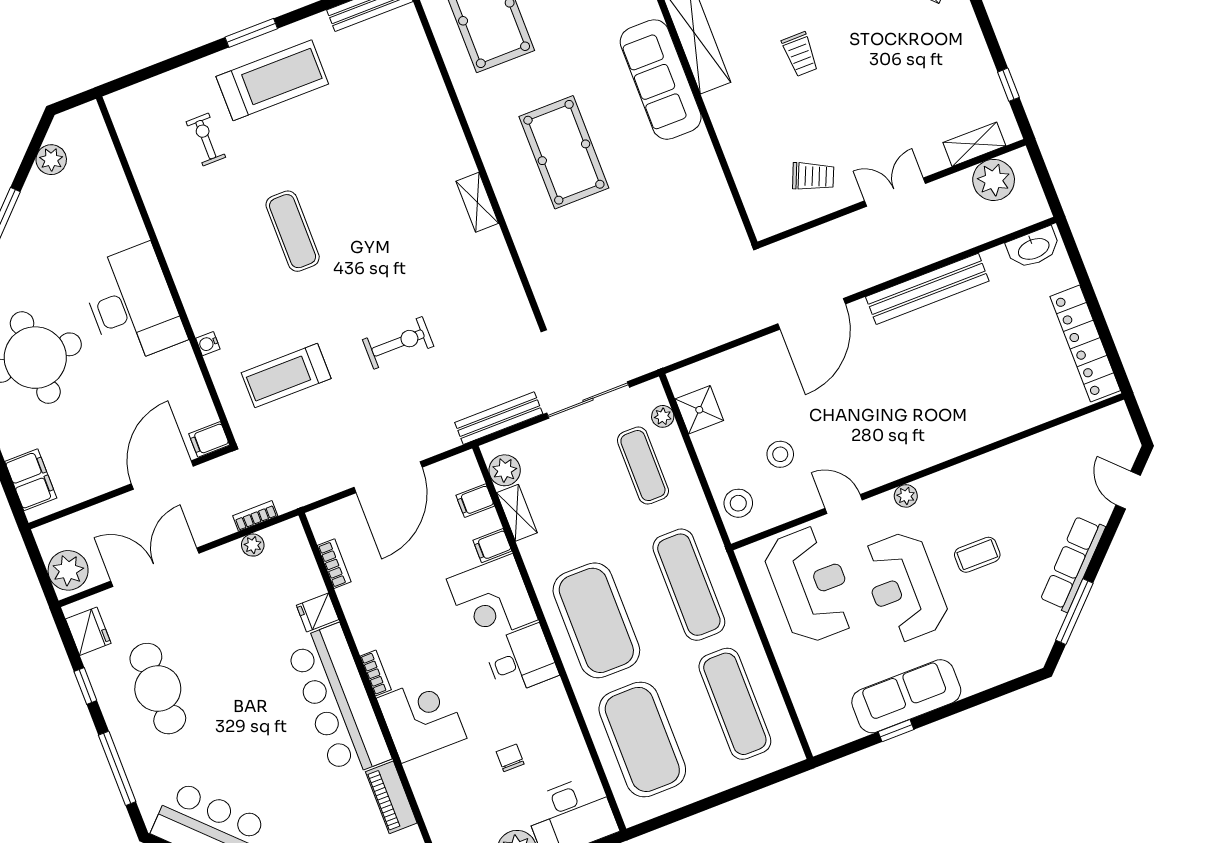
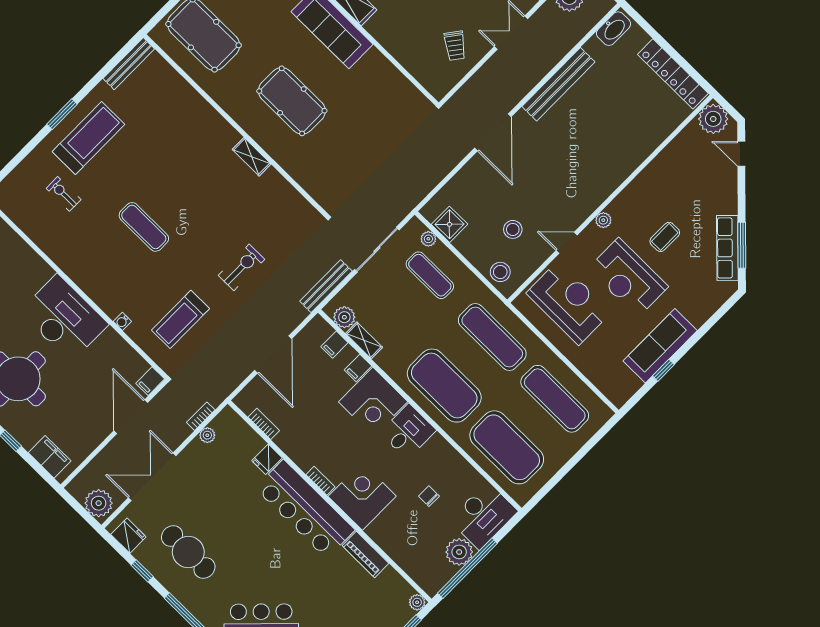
trolley: (813, 176) -> (455, 46), turned 104
plant: (1112, 427) -> (713, 119), added
row of seats: (1073, 564) -> (727, 248), moved

